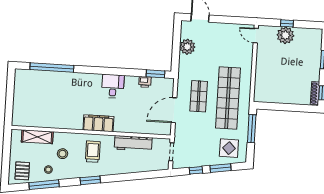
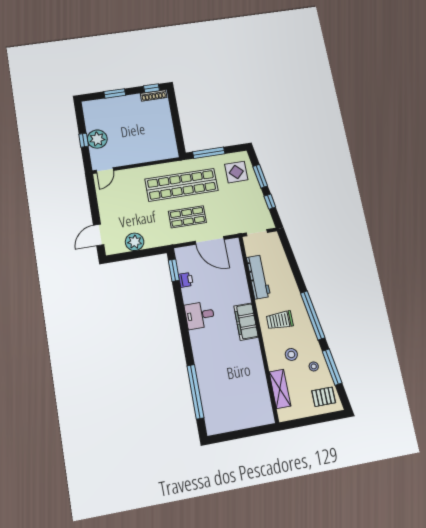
window: (90, 180) -> (313, 315), width x2.11

